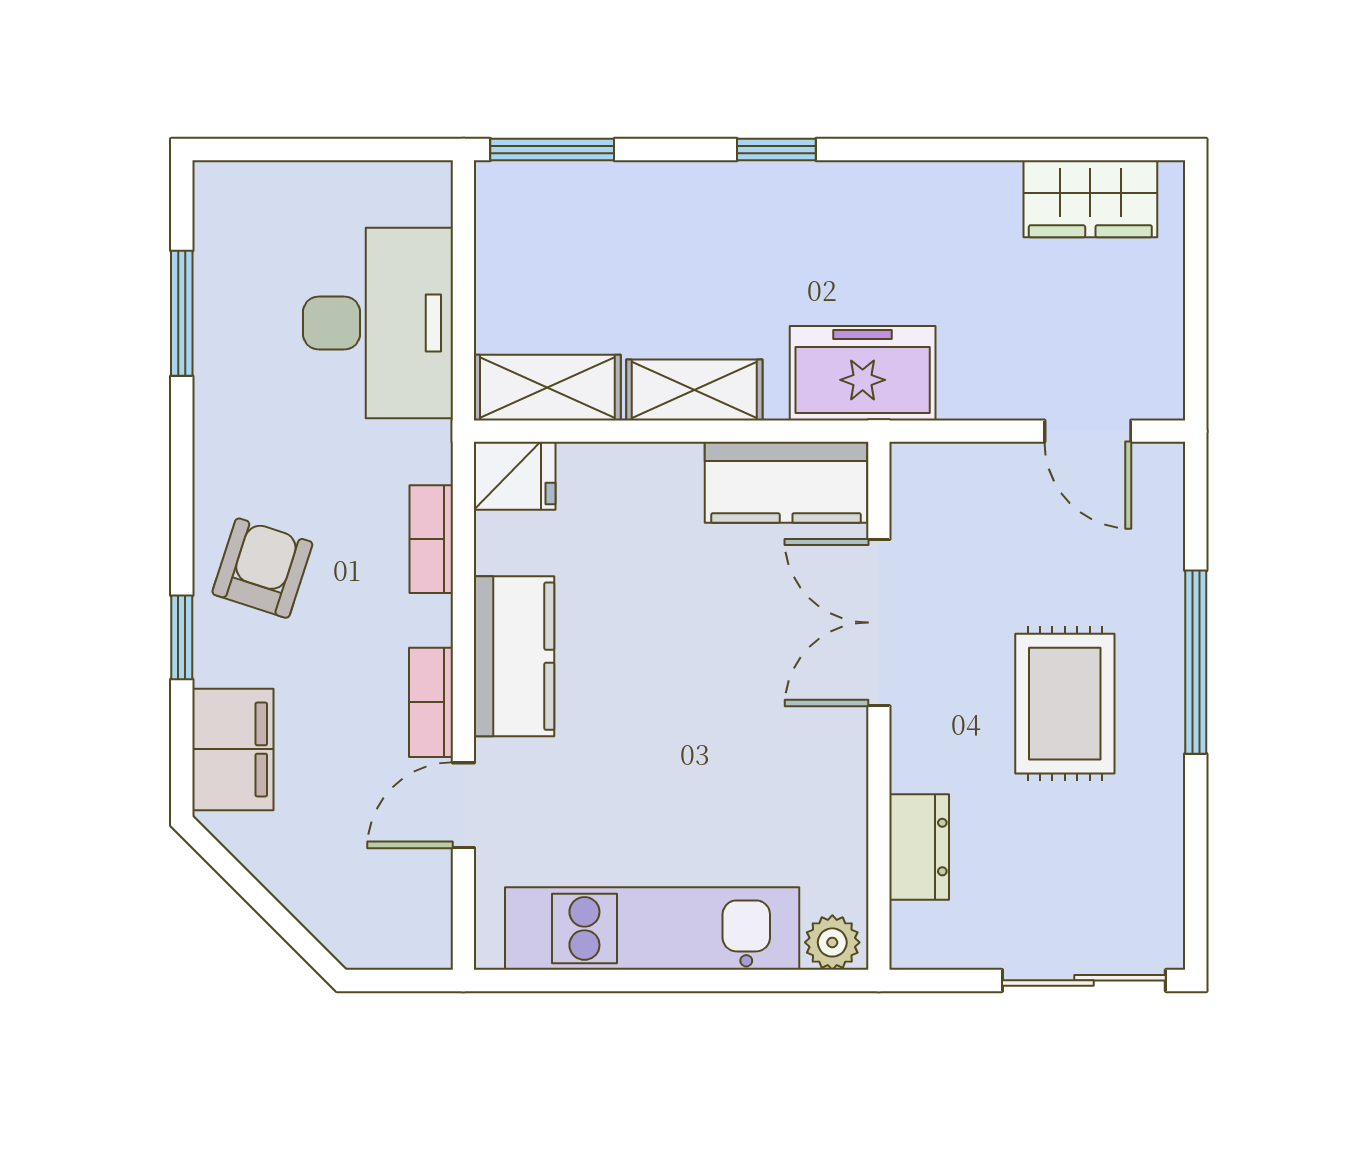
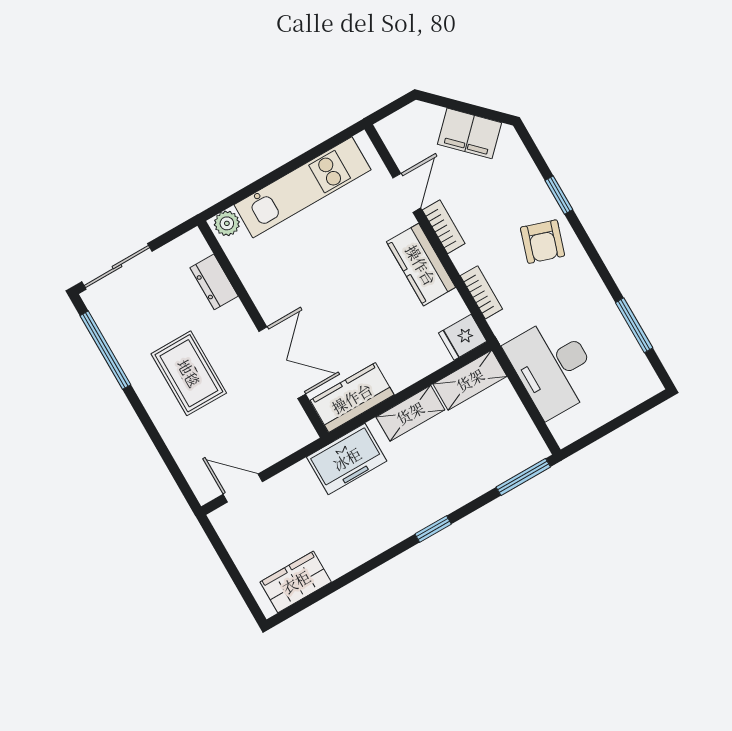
window: (1196, 662) -> (105, 350), moved
filing cabinet: (233, 749) -> (469, 133), moved, turned -45

